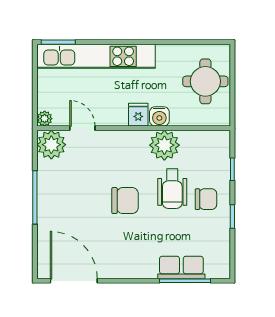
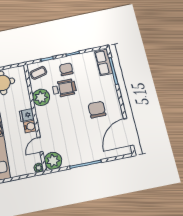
water cooler: (159, 116) -> (30, 126), moved
coffee table: (210, 149) -> (38, 73), added
chair: (125, 201) -> (97, 110), moved
row of seats: (181, 268) -> (104, 62), moved

